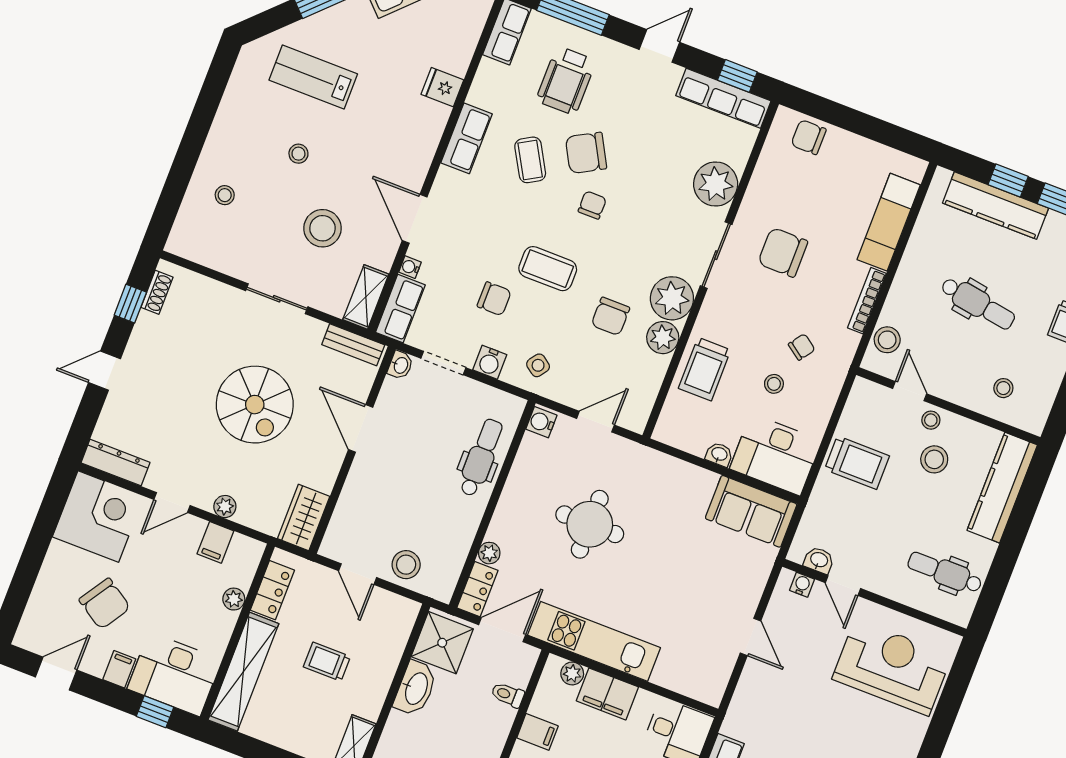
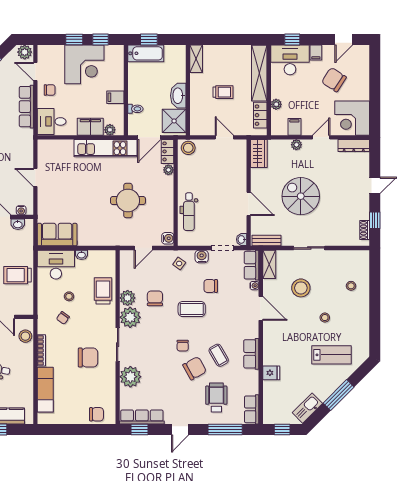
stool: (406, 565) -> (188, 148), moved

